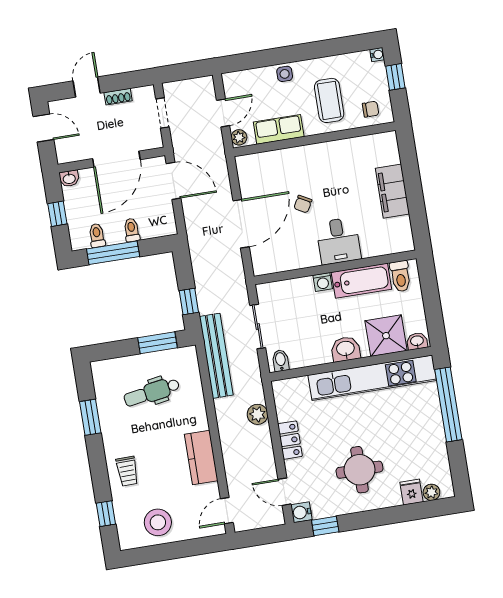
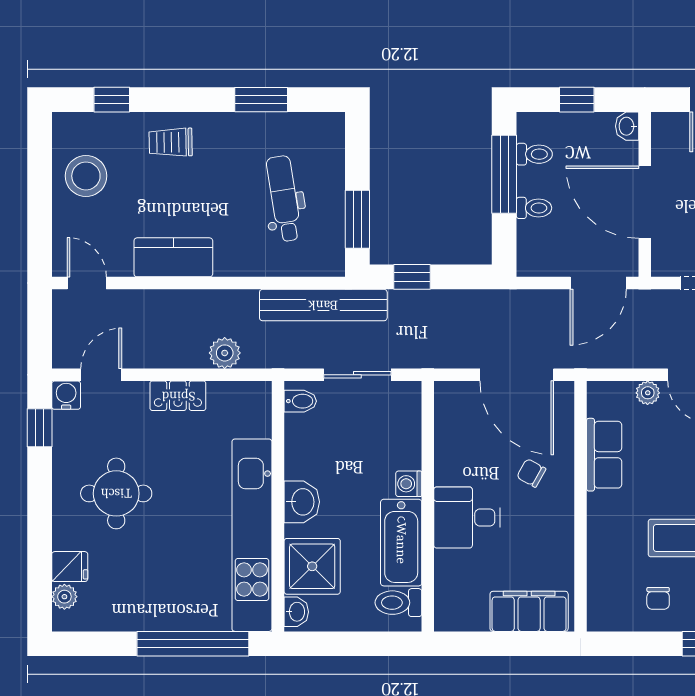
row of seats: (279, 129) -> (604, 455), moved
wall: (314, 139) -> (581, 506), moved

